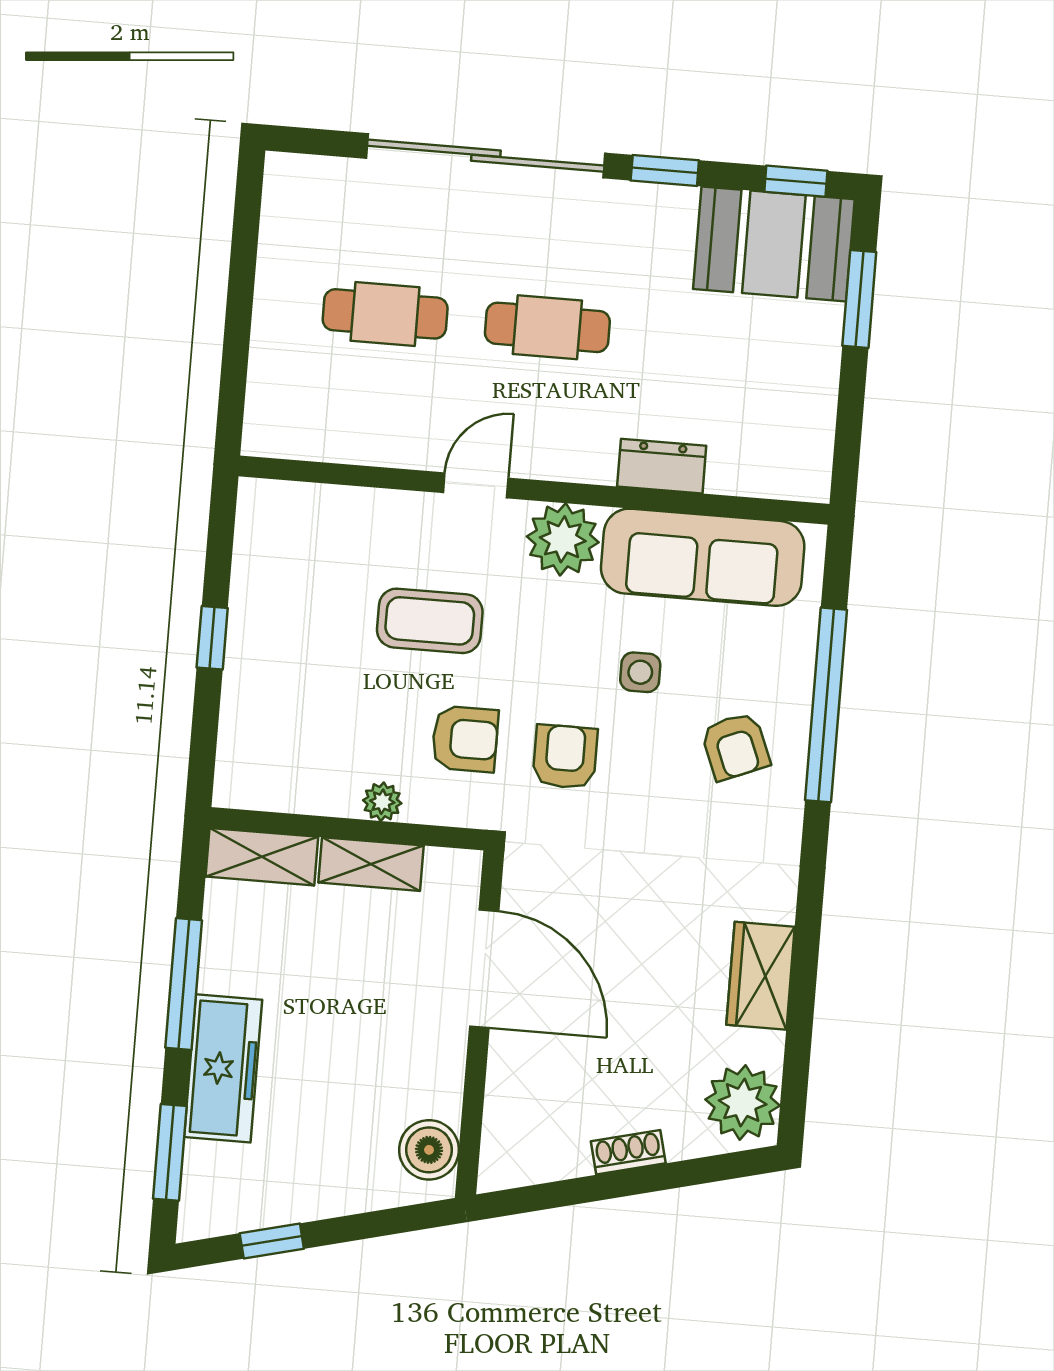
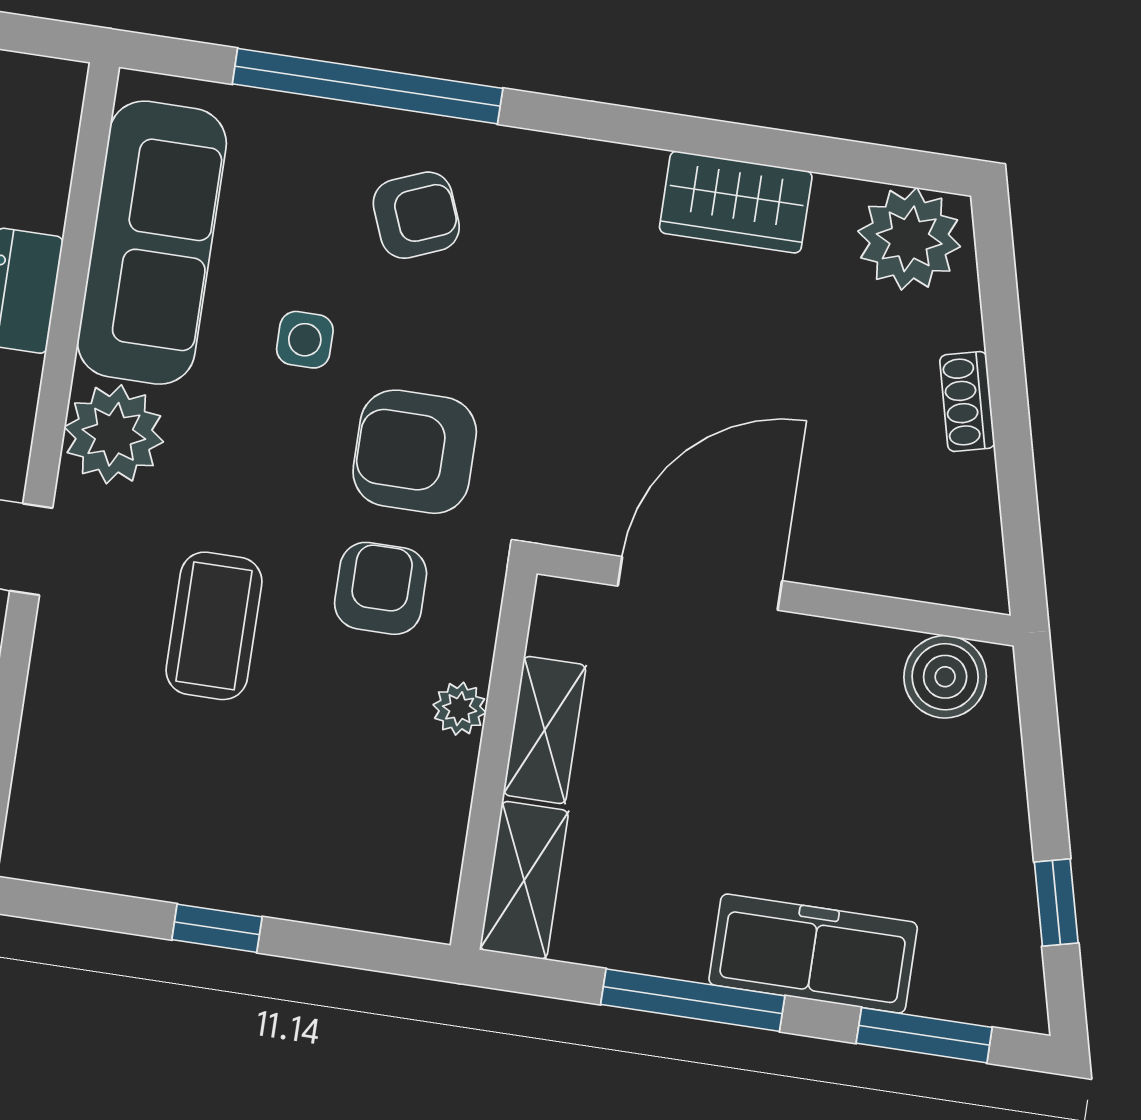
armchair: (565, 757) -> (415, 452), width x1.38, depth x1.38

